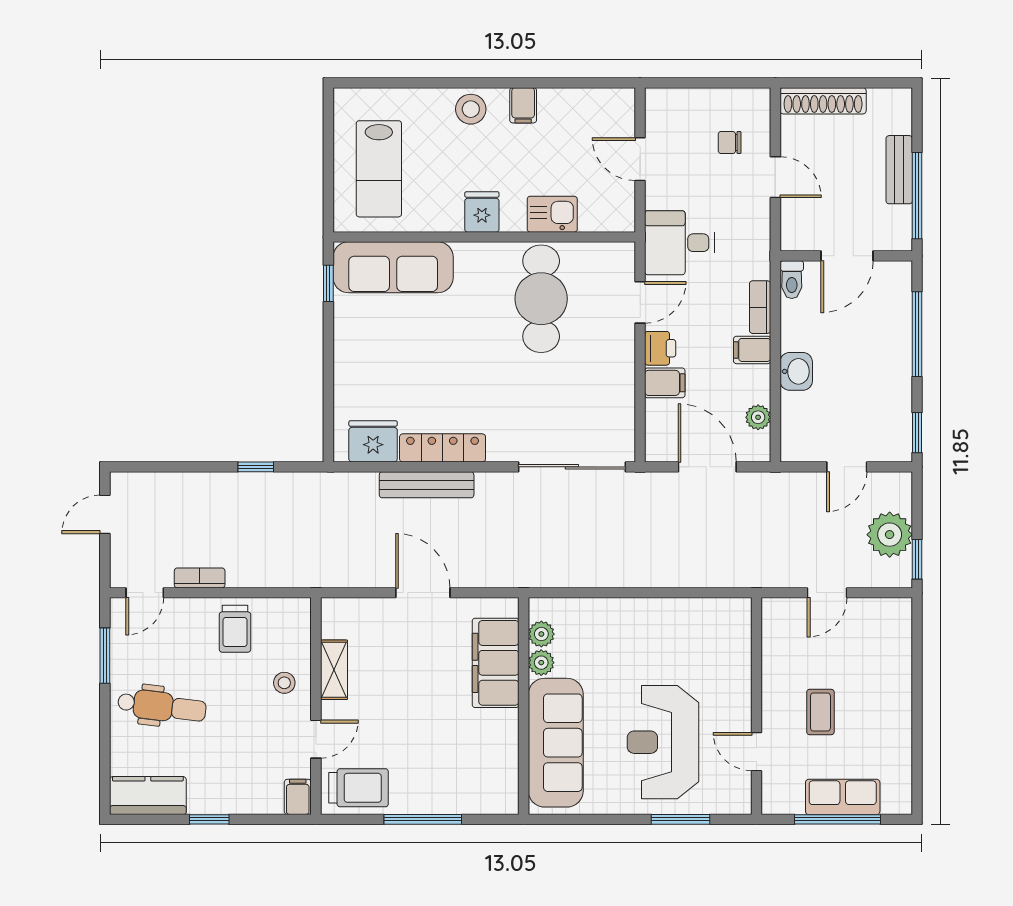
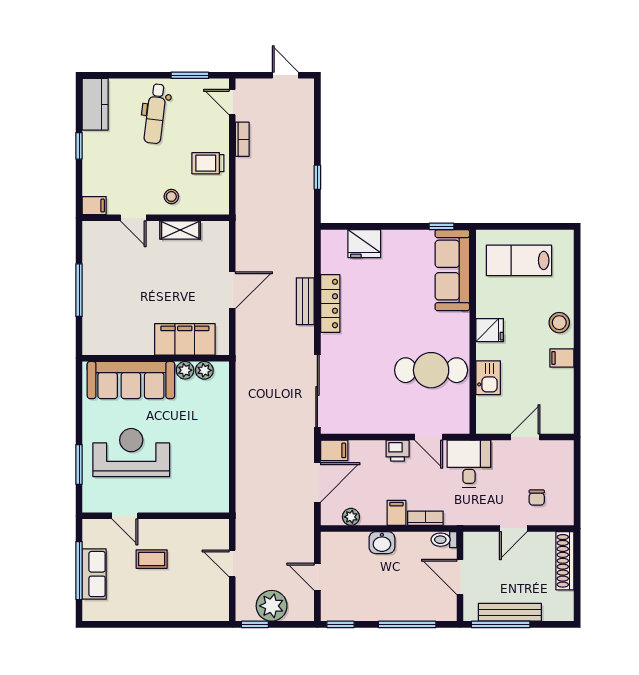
chair: (730, 142) -> (537, 498), turned 180
bench: (899, 170) -> (510, 612), width x1.36
filing cabinet: (665, 383) -> (334, 450), moved, turned -90
fridge: (373, 441) -> (364, 244), moved, turned 90
bench: (427, 485) -> (305, 301), width x0.73
door: (756, 752) -> (125, 516), swing flipped
trolley: (359, 788) -> (100, 247), removed

